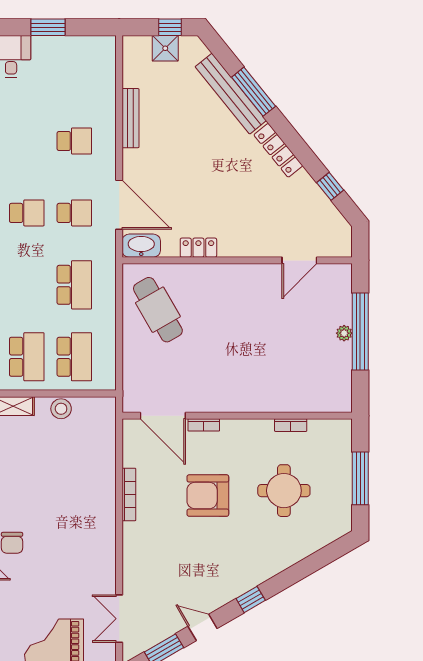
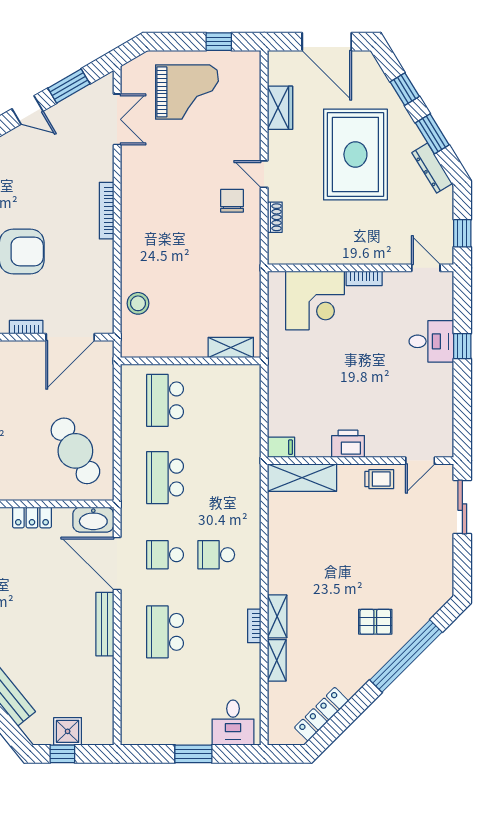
bench: (130, 118) -> (105, 624), moved
school desk: (74, 141) -> (165, 632), width x1.85
school desk: (27, 357) -> (216, 400), removed
stool: (61, 409) -> (138, 303), moved
door: (163, 416) -> (70, 337), swing flipped
bookcase: (129, 494) -> (107, 211), moved

